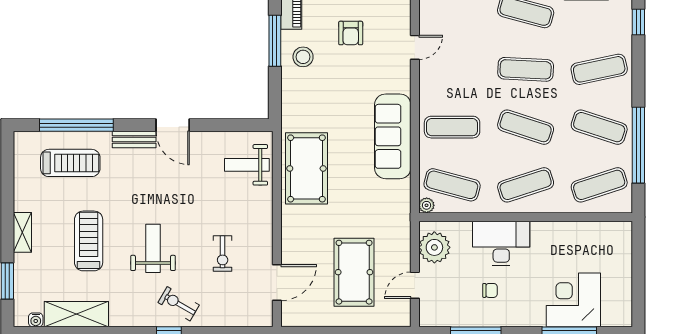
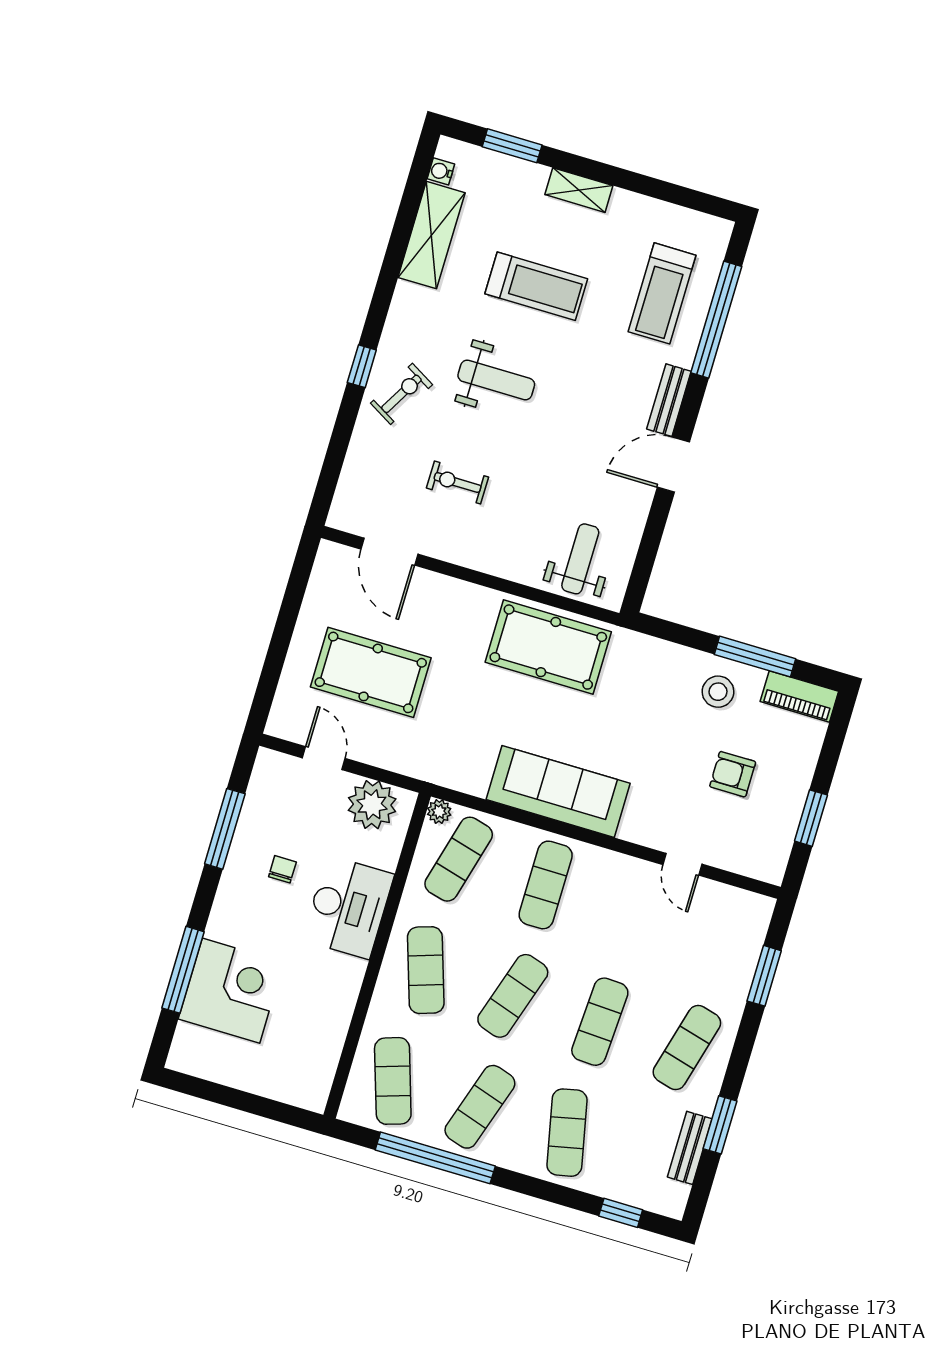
chair: (490, 290) -> (282, 869), turned 180

